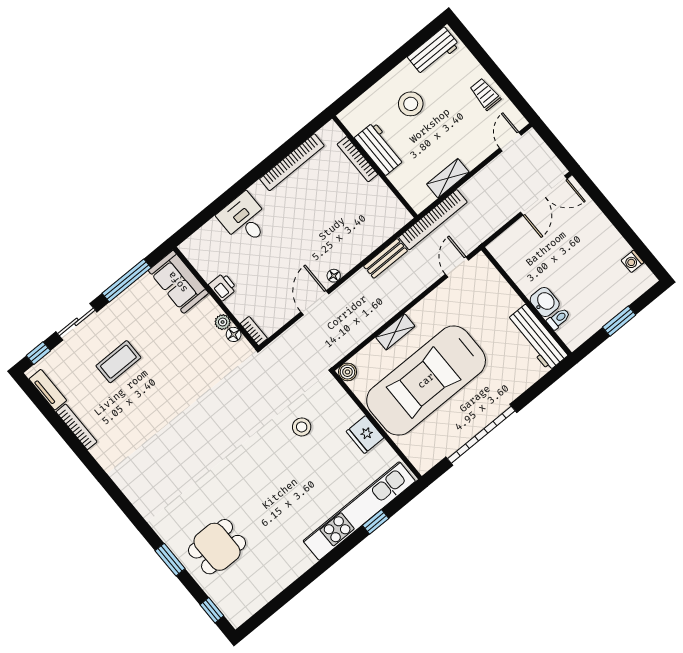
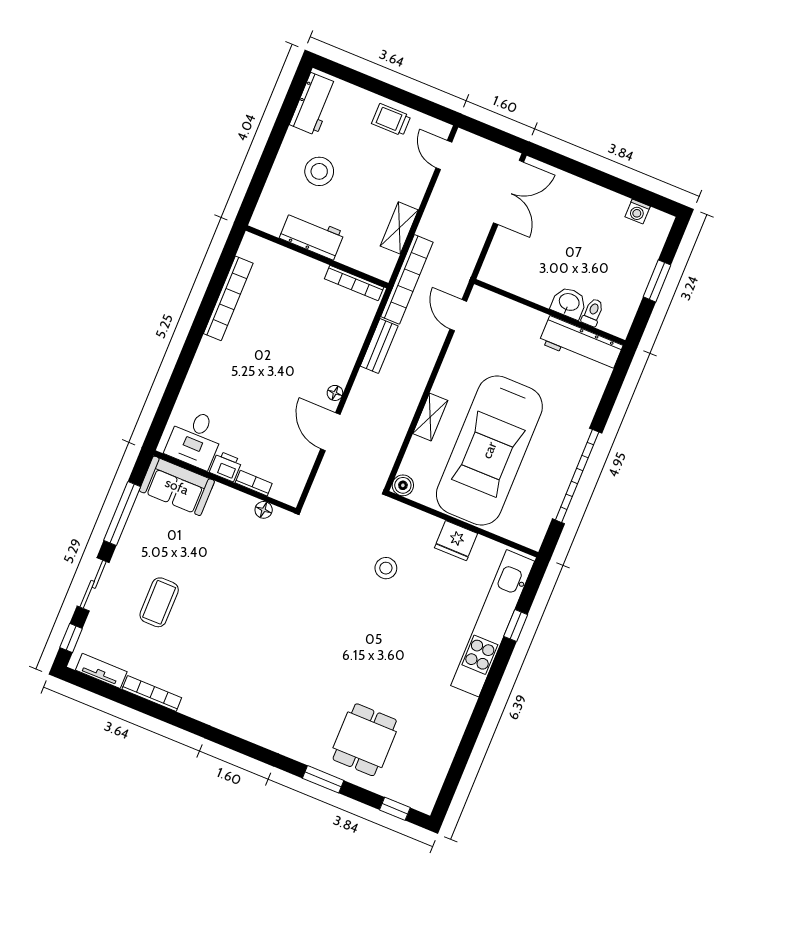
bookcase: (357, 159) -> (354, 283), moved
desk: (244, 219) -> (195, 439), moved, turned -90
plant: (223, 322) -> (245, 503), removed
bookcase: (254, 331) -> (254, 483), moved

